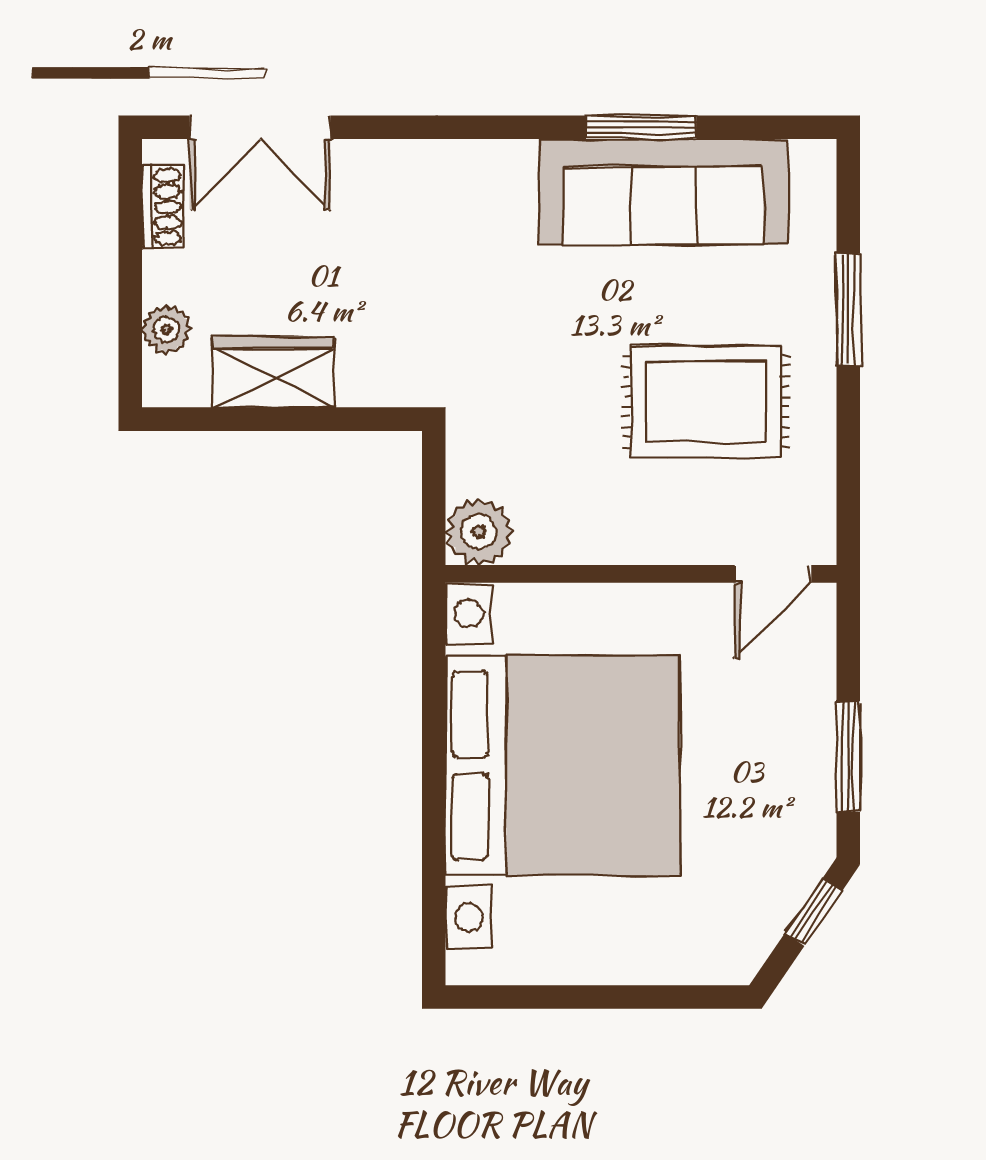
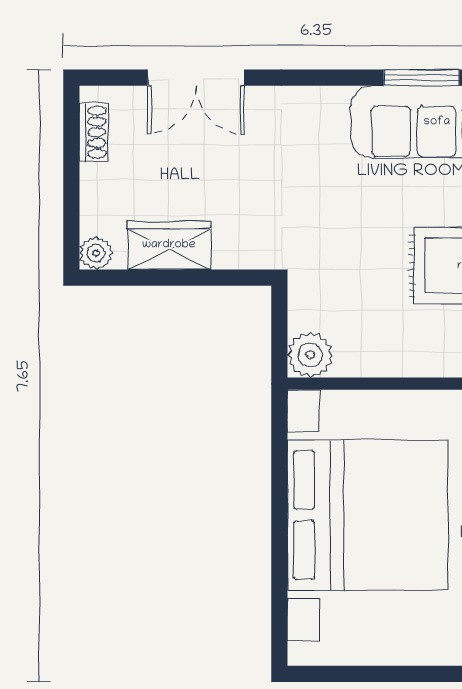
double door: (260, 127) -> (196, 78), moved
plant: (166, 329) -> (96, 253), moved

